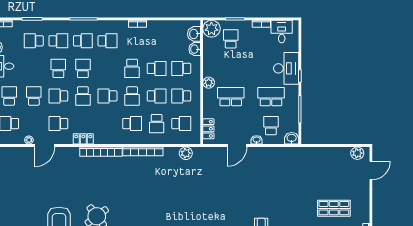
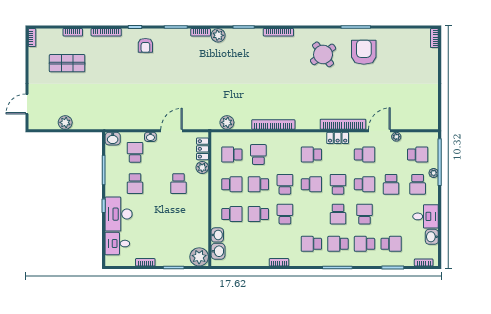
desk: (282, 32) -> (117, 244), moved, turned 90
school desk: (231, 39) -> (178, 246), removed
school desk: (58, 68) -> (365, 214), turned 180
plant: (209, 83) -> (202, 167), moved
school desk: (231, 97) -> (178, 184), width x0.54
school desk: (271, 97) -> (135, 184), width x0.54
school desk: (132, 124) -> (311, 155), moved
school desk: (271, 126) -> (135, 152), turned 180
bookcase: (101, 152) -> (343, 124), moved
plant: (357, 153) -> (65, 122), moved

